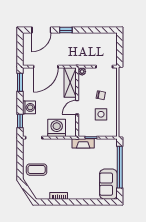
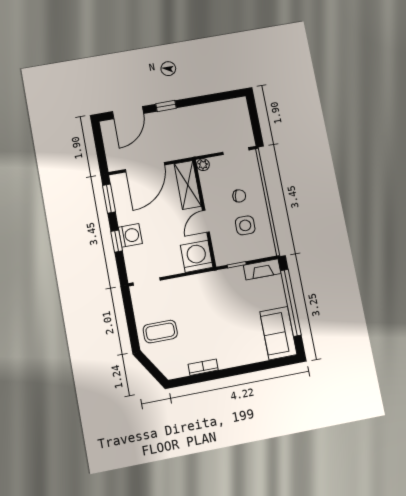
window: (20, 121) -> (117, 241), moved
washing machine: (57, 128) -> (197, 256), moved
fireplace: (83, 143) -> (262, 269), moved

